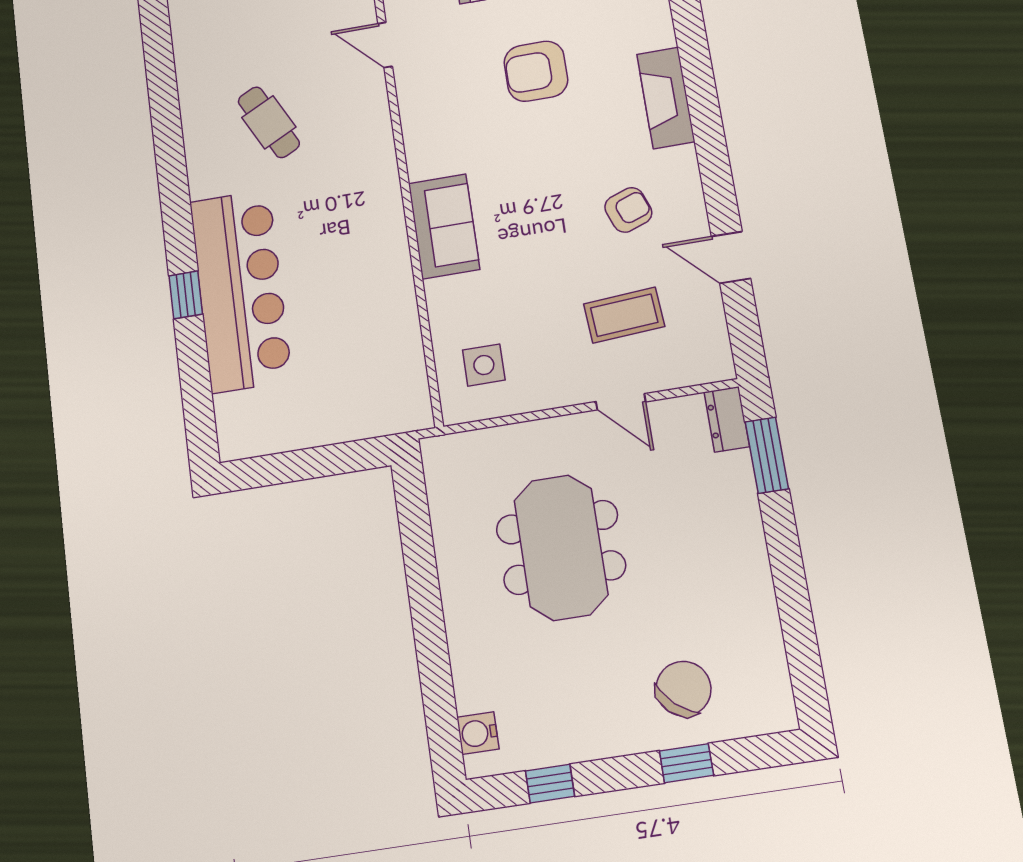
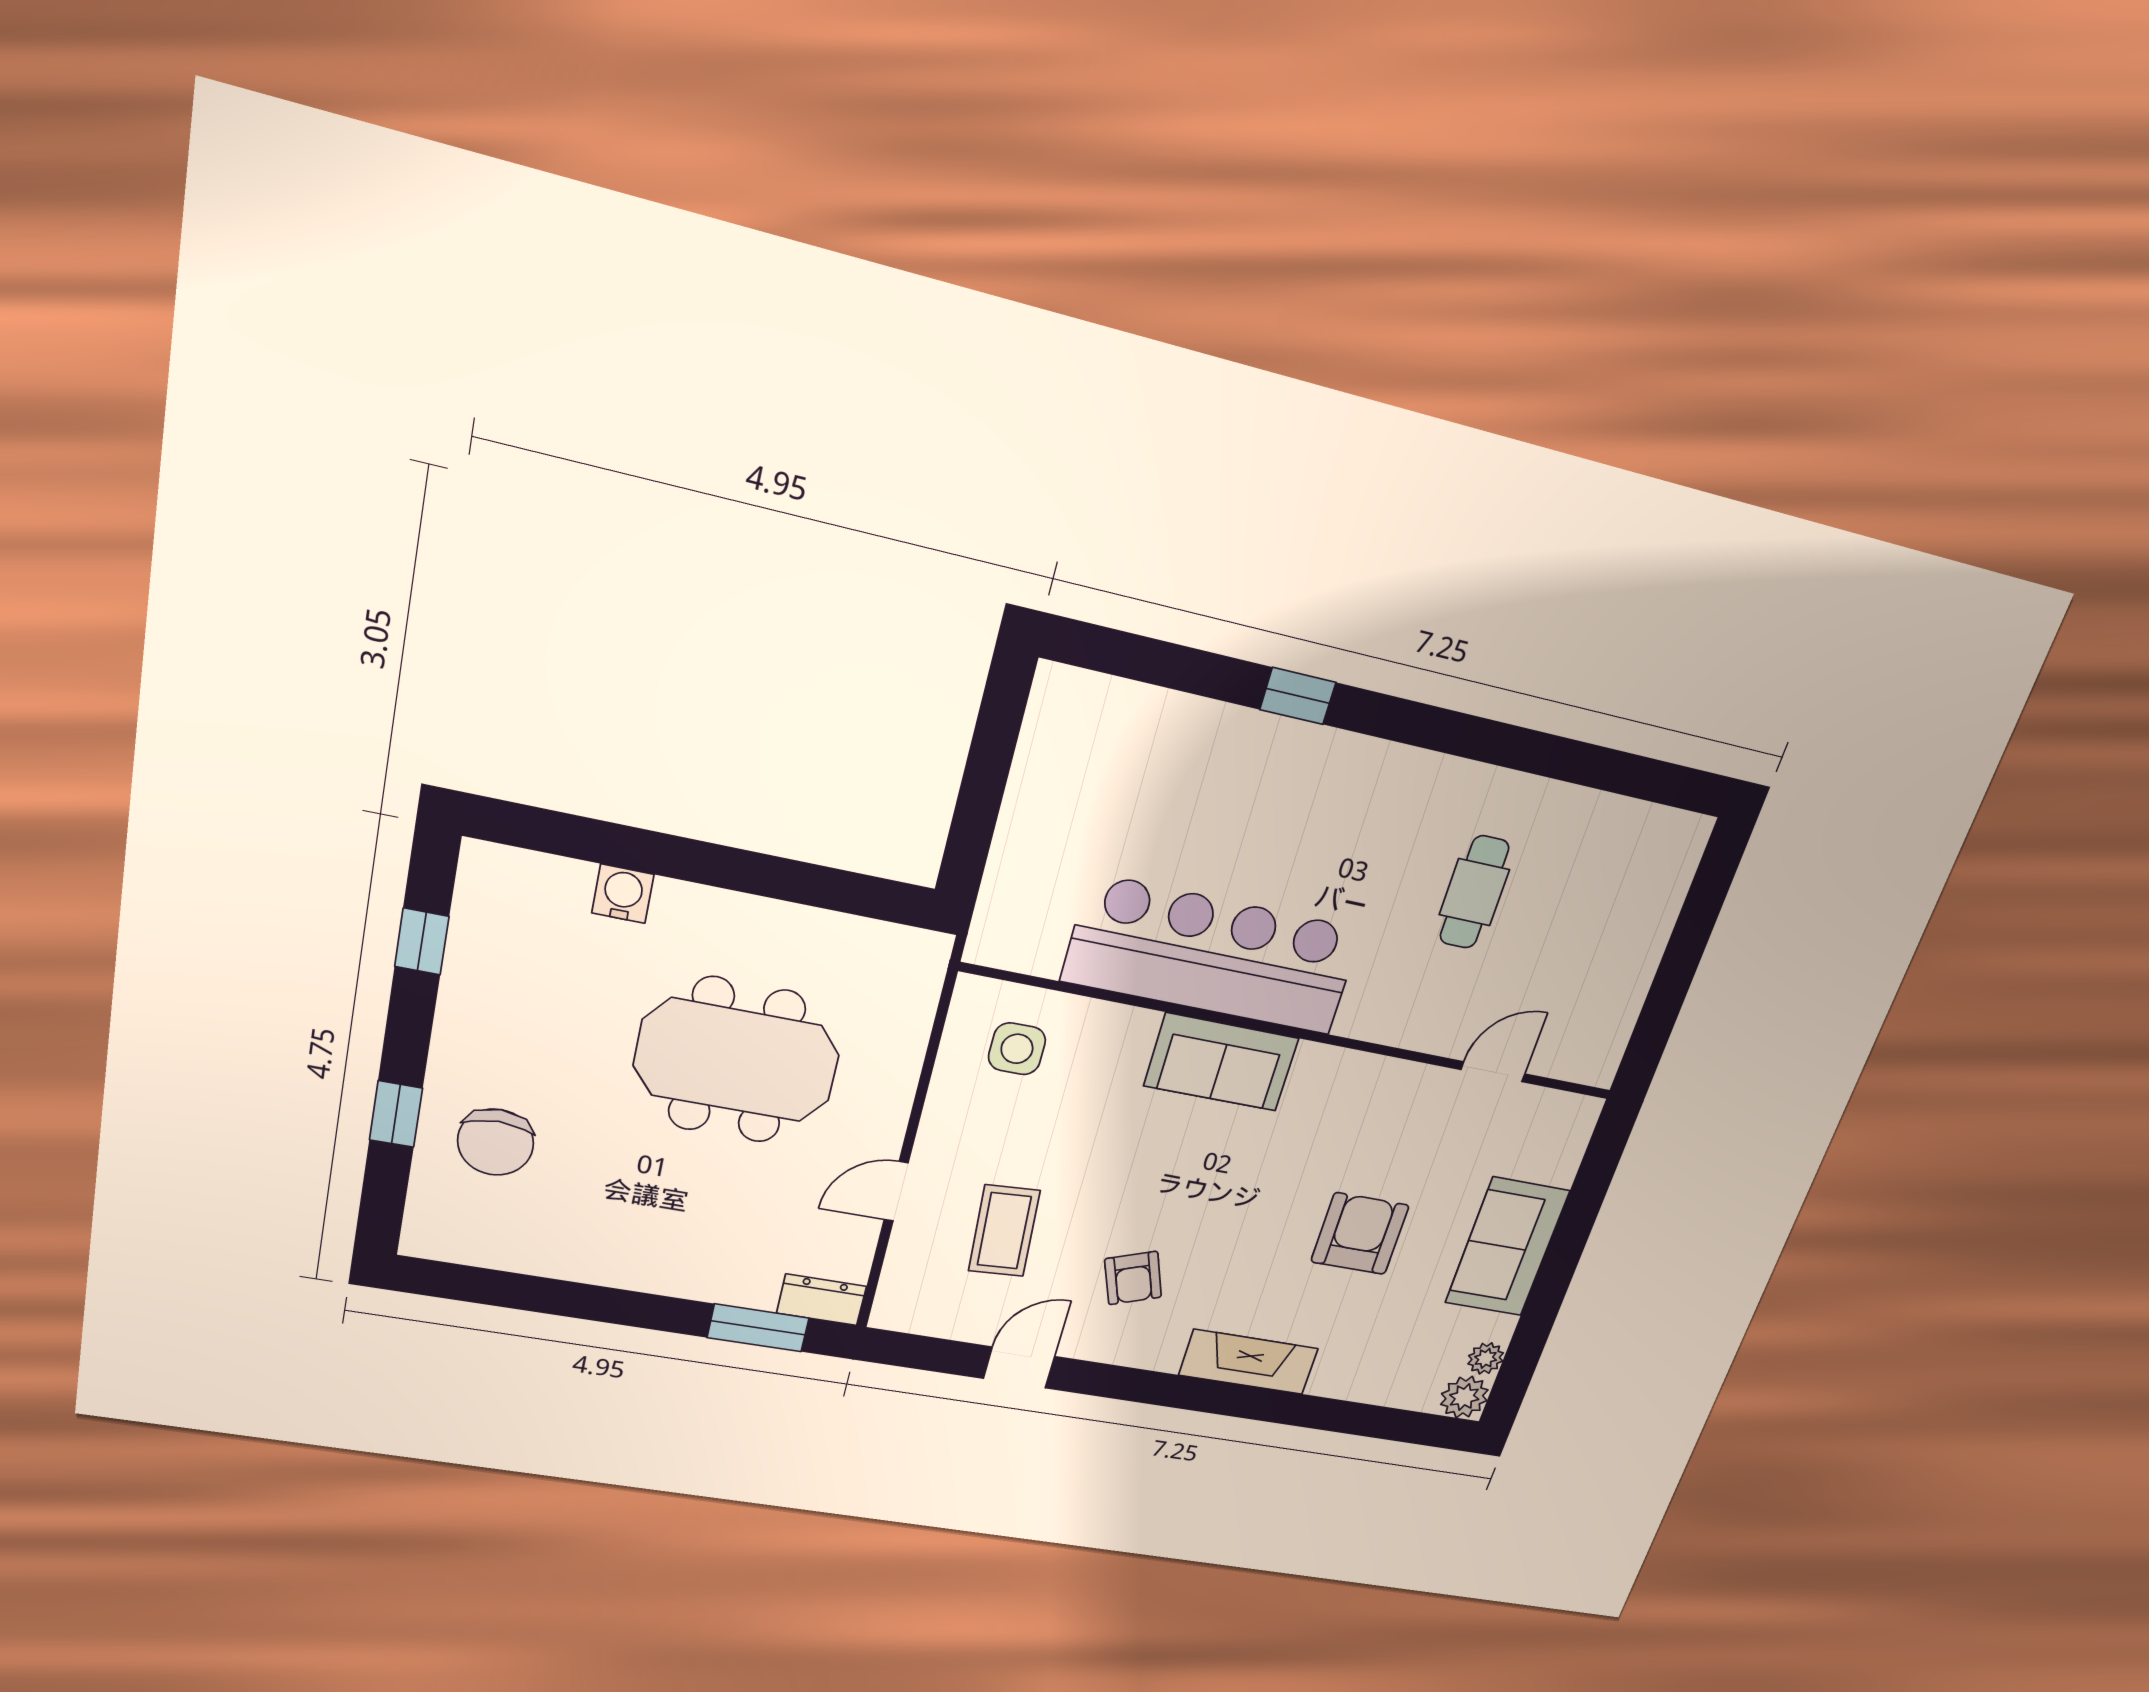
cafe table: (269, 122) -> (1474, 892), turned -63
bar counter: (241, 290) -> (1212, 955), moved, turned 180
chair: (684, 689) -> (496, 1142), turned 48
water cooler: (478, 733) -> (623, 894), moved

